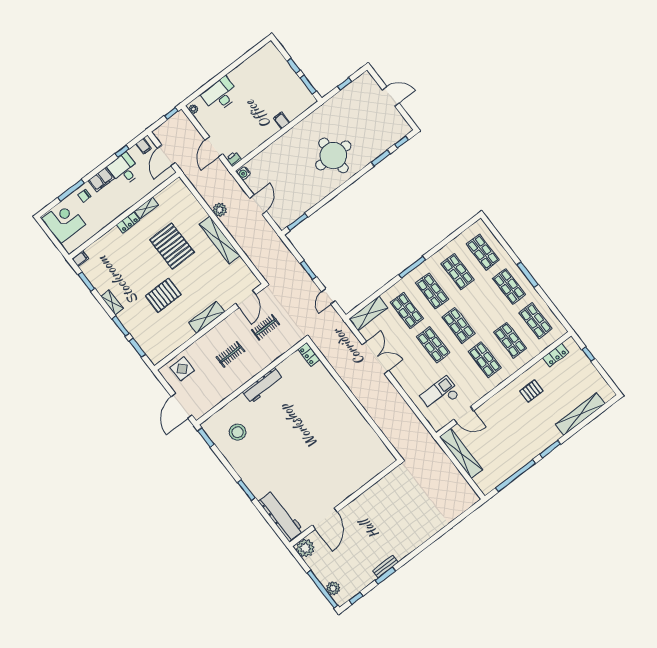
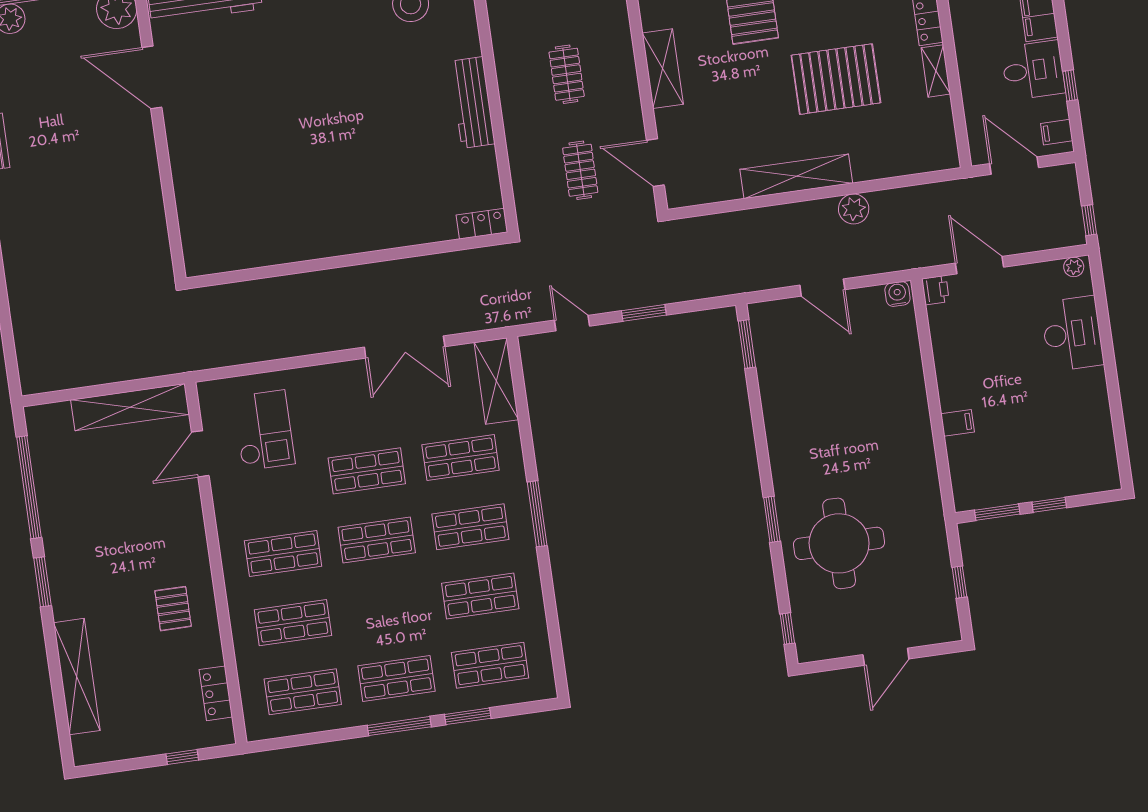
round table: (333, 156) -> (839, 543), moved
window: (381, 158) -> (772, 519), moved
window: (508, 250) -> (468, 716), added

